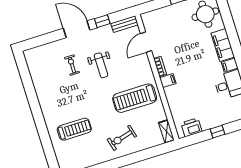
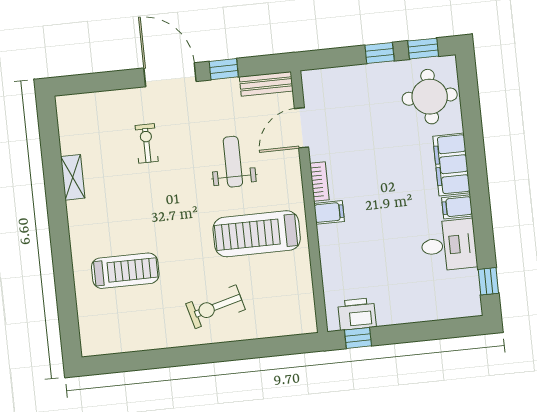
weight bench: (101, 65) -> (233, 162), moved, turned 180
shelving: (166, 131) -> (73, 177), moved
window: (218, 132) -> (358, 338), moved

